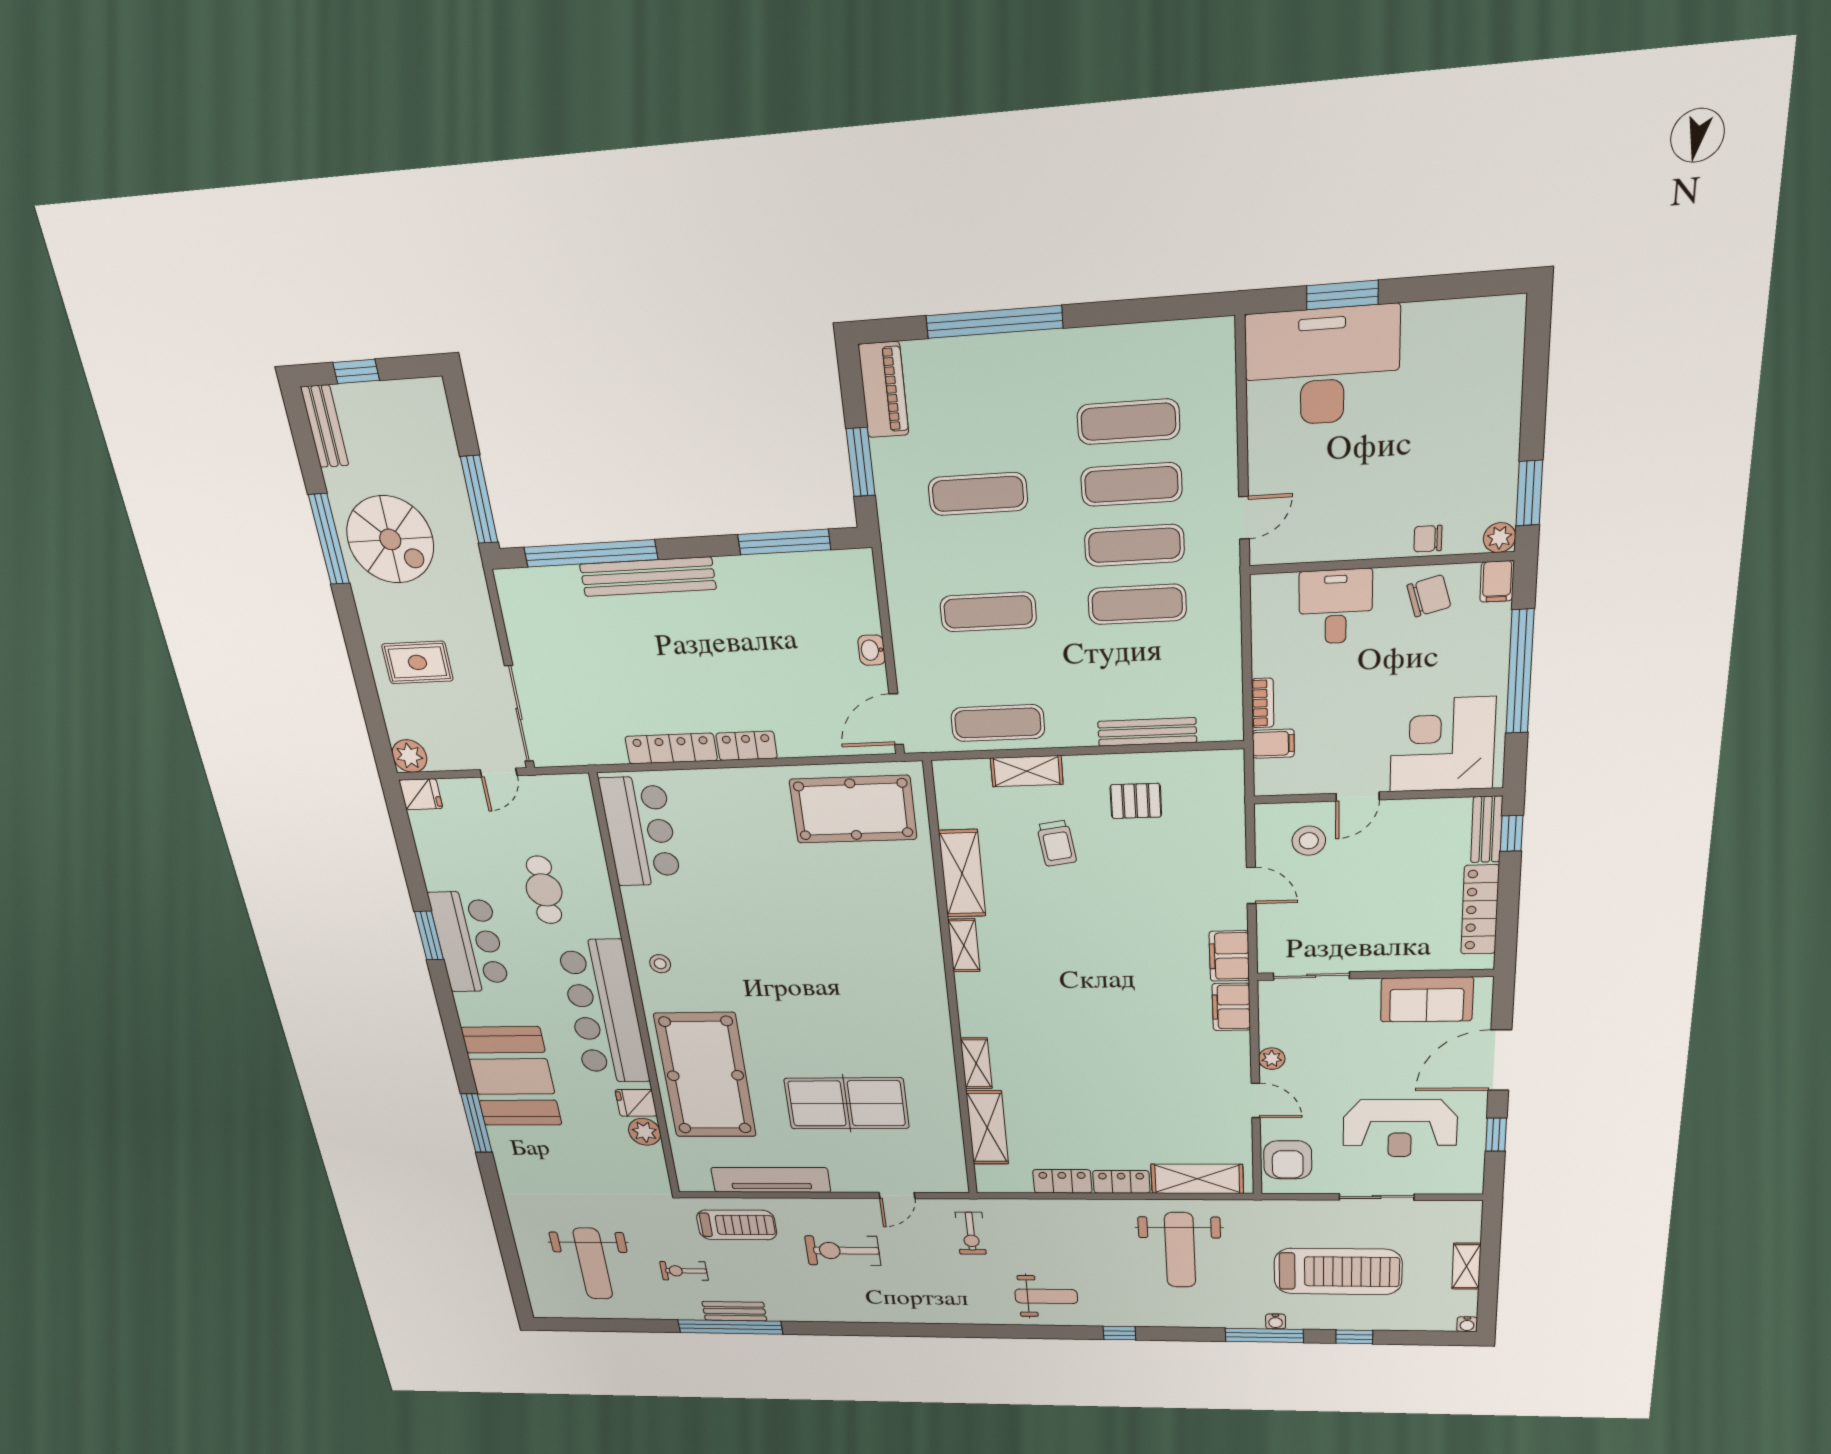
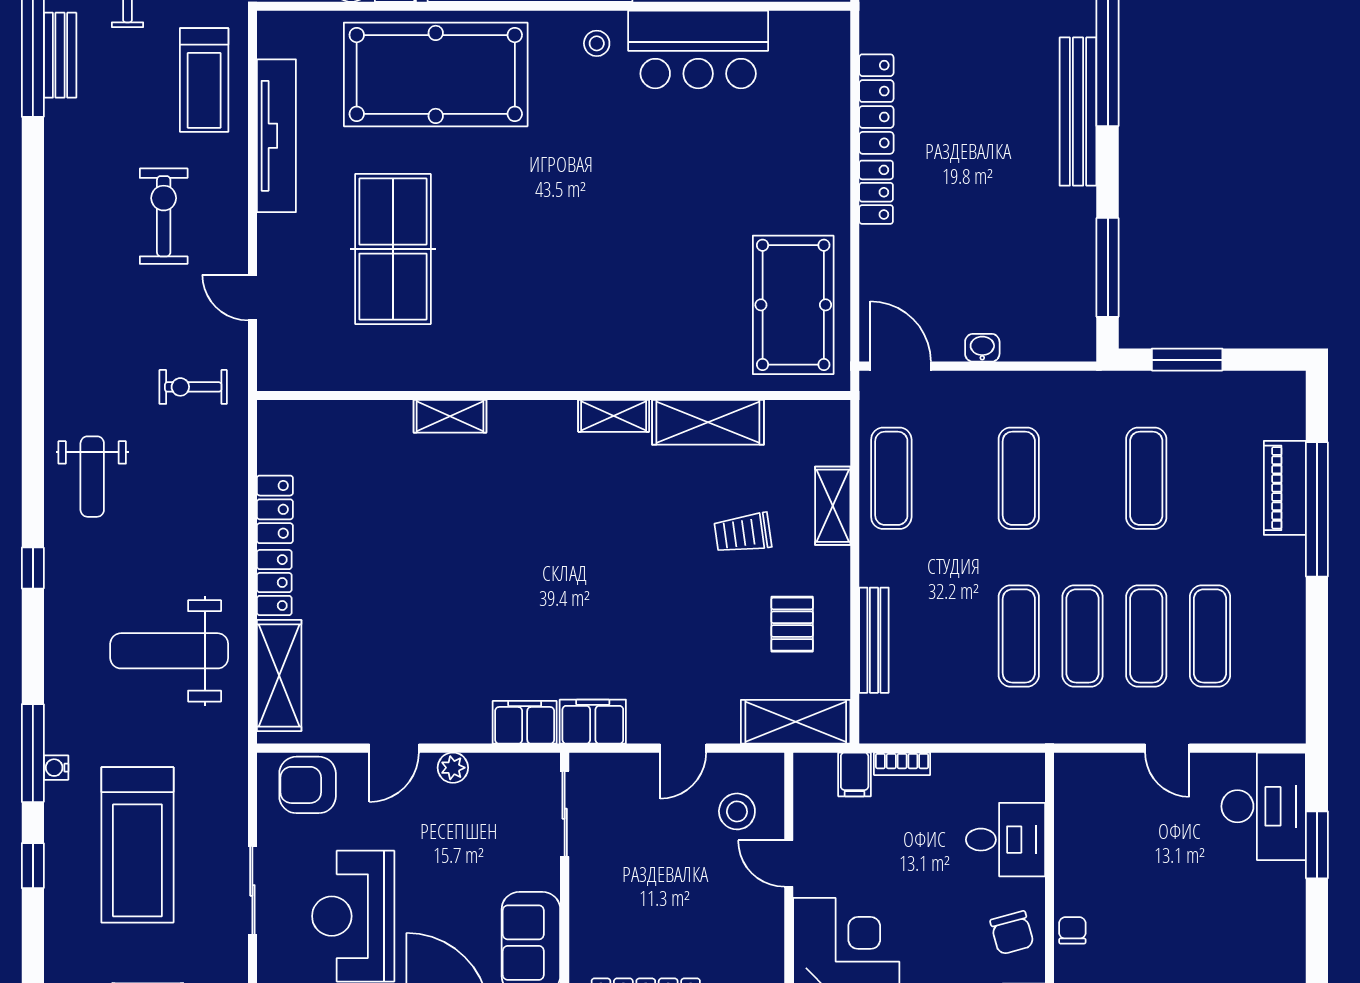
desk: (1322, 366) -> (1264, 806), width x0.73, depth x0.77
piano: (884, 390) -> (1285, 488), moved, turned 90
door: (1244, 518) -> (1167, 748), moved
bar counter: (640, 832) -> (698, 49), moved
shelving: (987, 1128) -> (796, 722), moved

